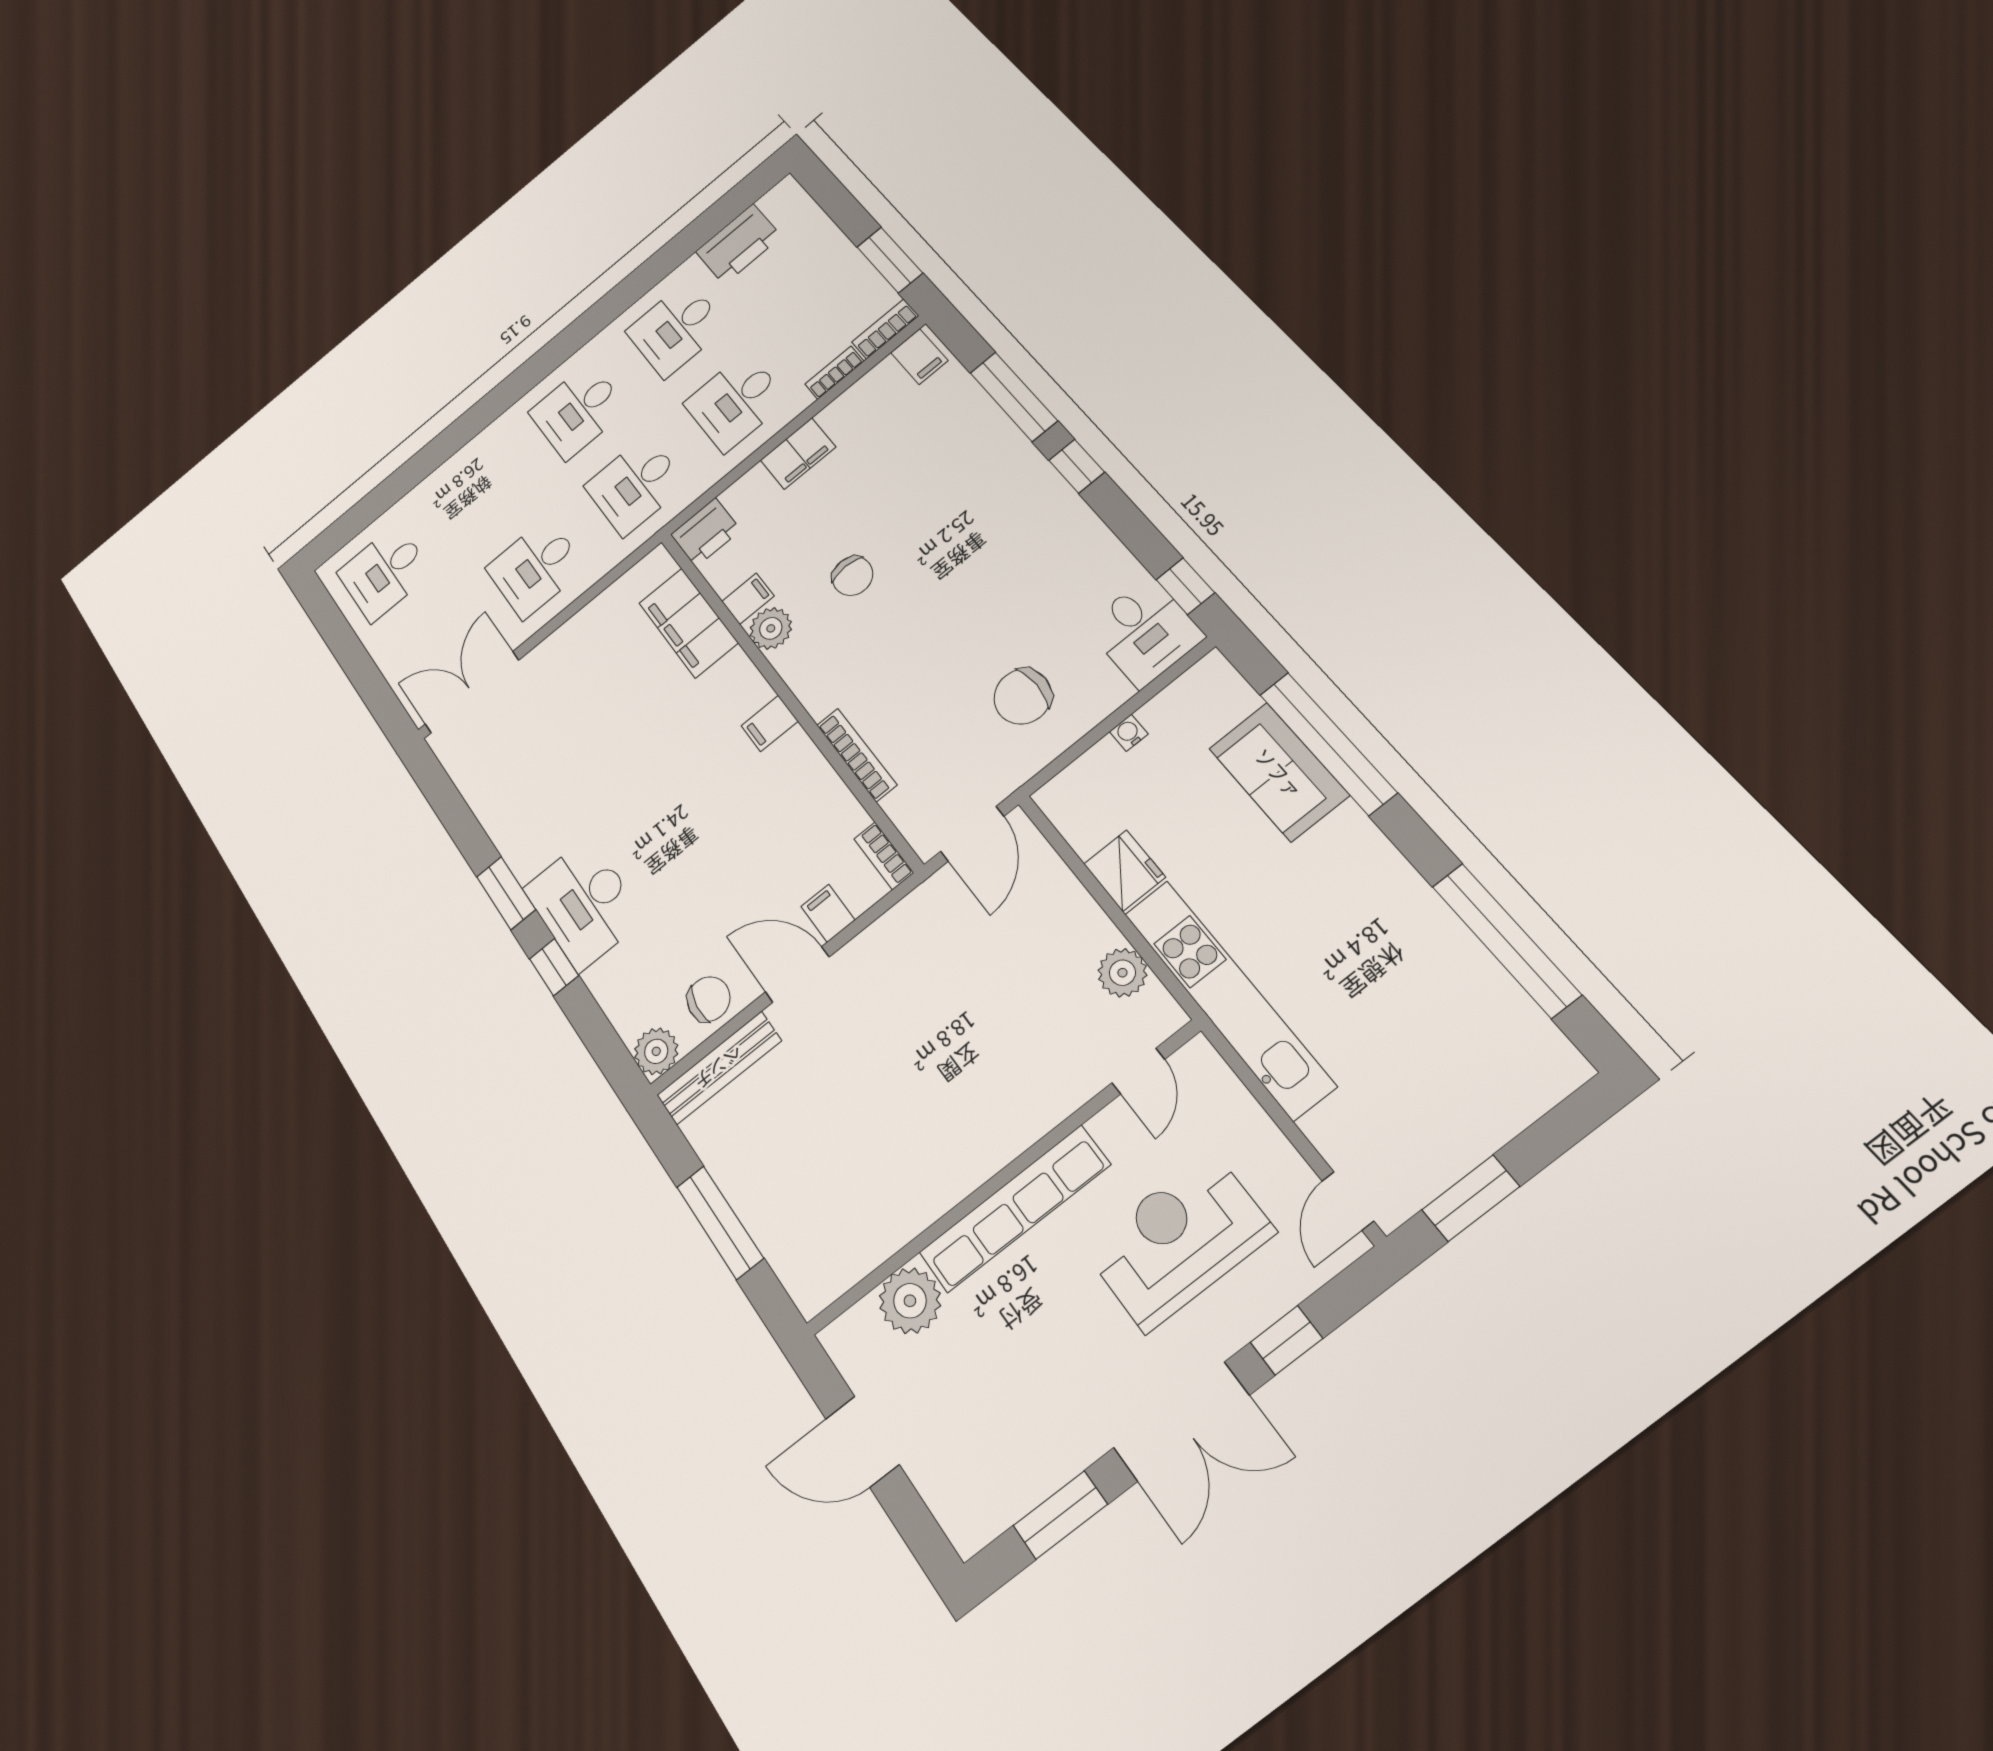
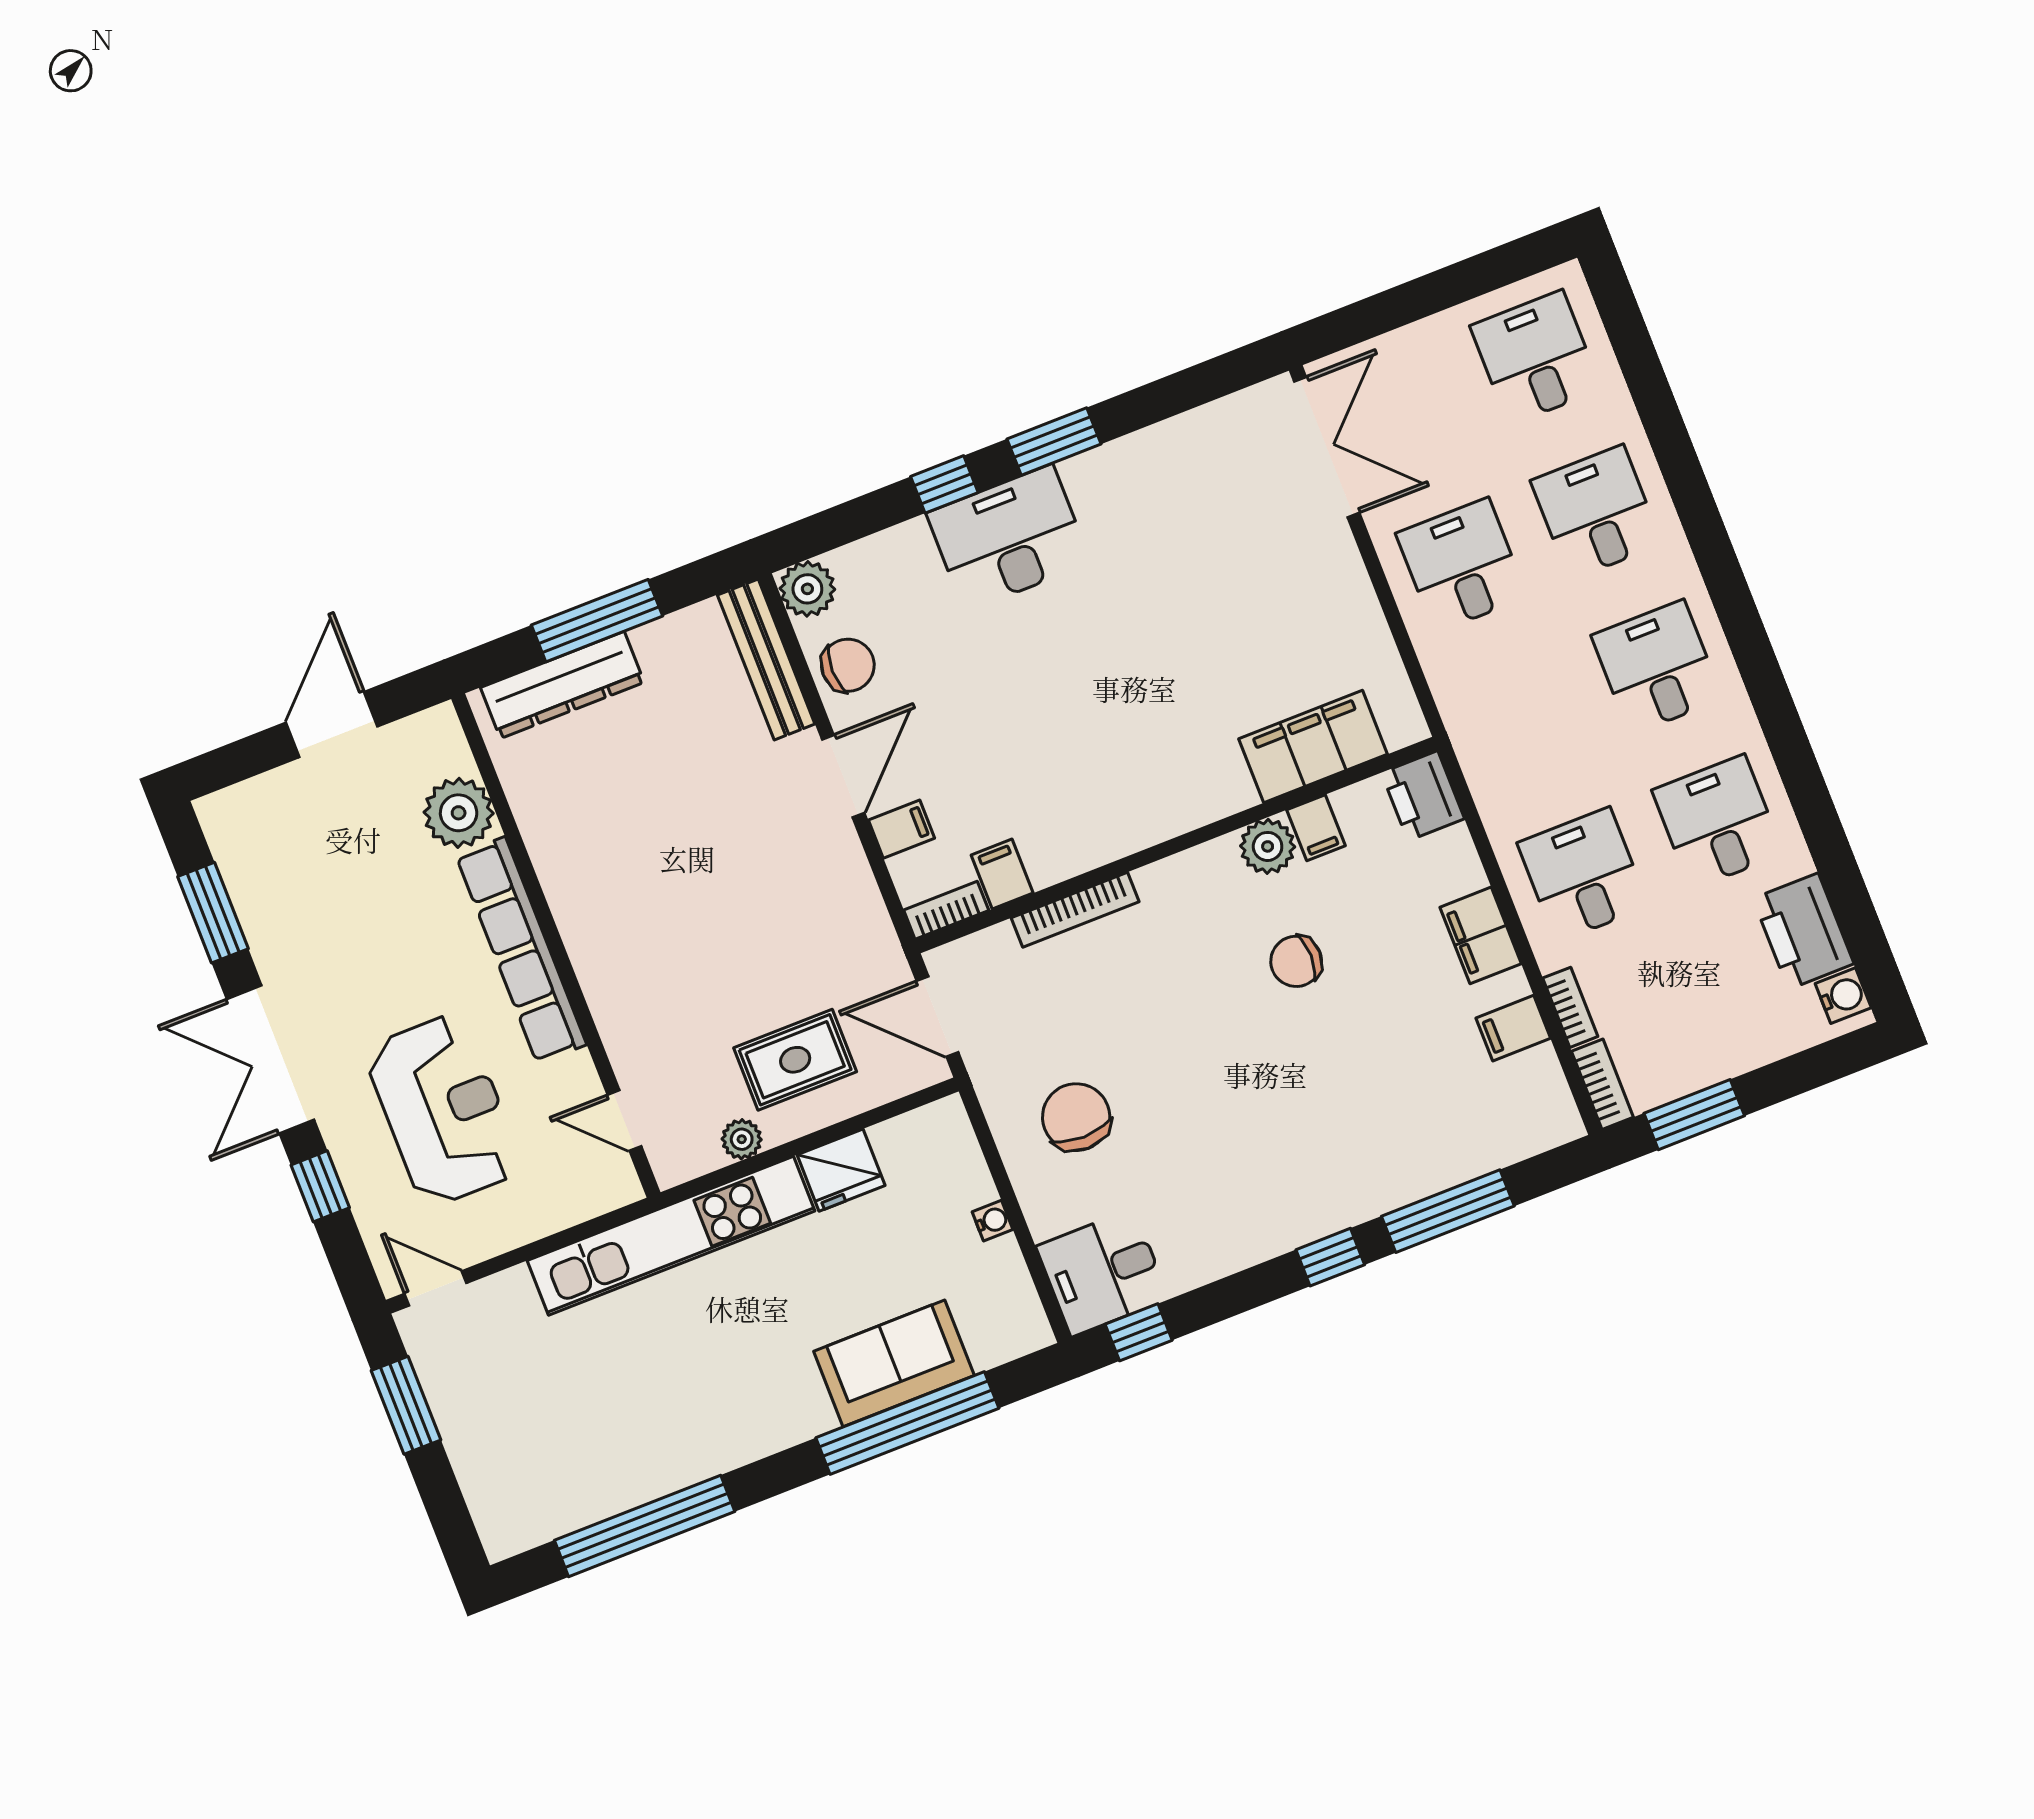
water cooler: (777, 201) -> (1843, 996), added
filing cabinet: (919, 357) -> (1513, 1028), moved
desk: (635, 485) -> (1596, 512), moved
filing cabinet: (770, 723) -> (1002, 874), moved
rug: (1042, 939) -> (795, 1060), added
plant: (1122, 973) -> (742, 1139), width x0.73, depth x0.73
chair: (709, 999) -> (848, 665), turned -97
dresser: (779, 1238) -> (562, 685), added

